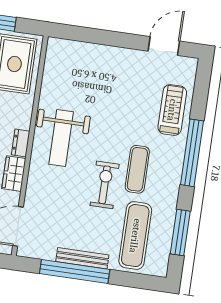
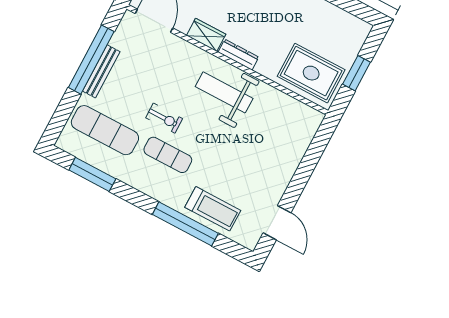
dresser: (21, 143) -> (238, 55), width x1.44
window: (192, 153) -> (185, 224), moved
exercise bike: (105, 185) -> (164, 118), width x0.73, depth x0.72

